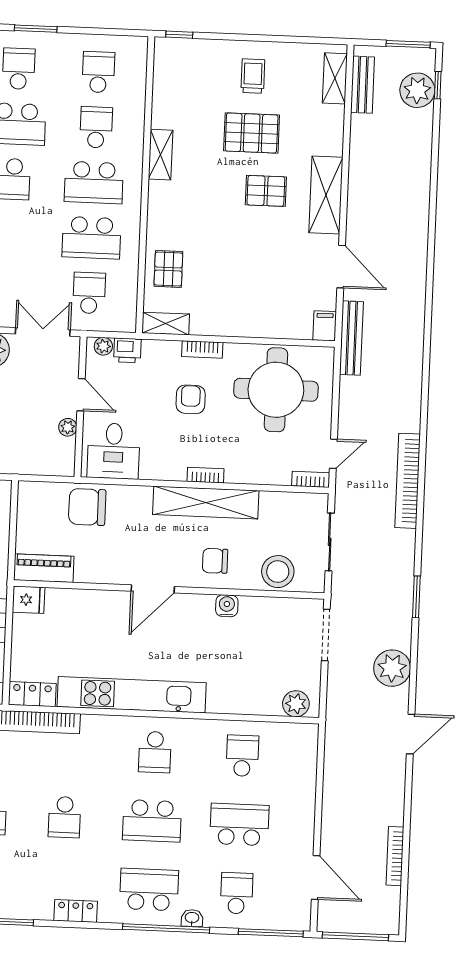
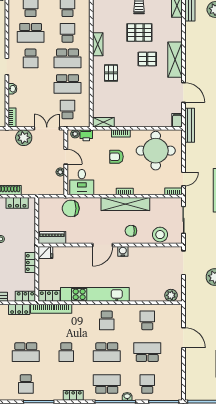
pallet: (168, 269) -> (111, 73), moved
armchair: (191, 399) -> (116, 157), turned -90
water cooler: (227, 606) -> (123, 251), moved
door: (316, 877) -> (183, 338), moved

